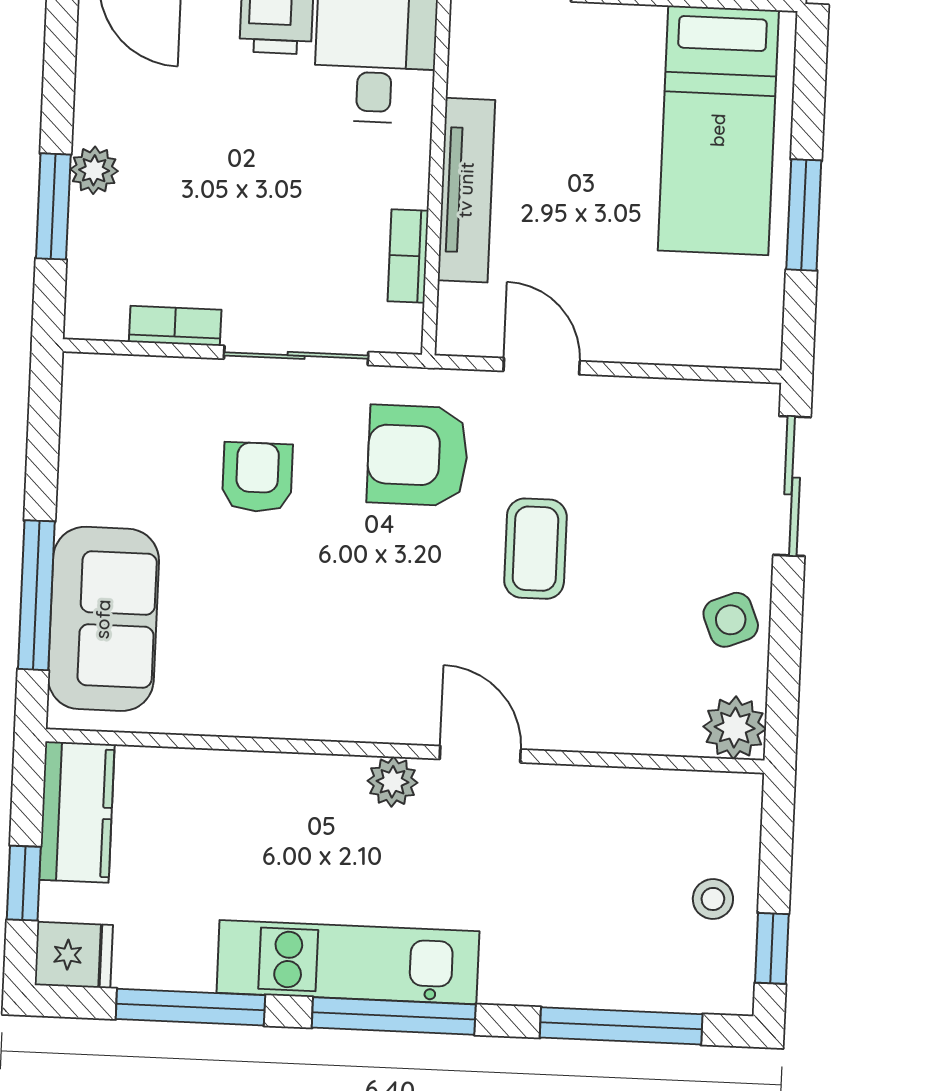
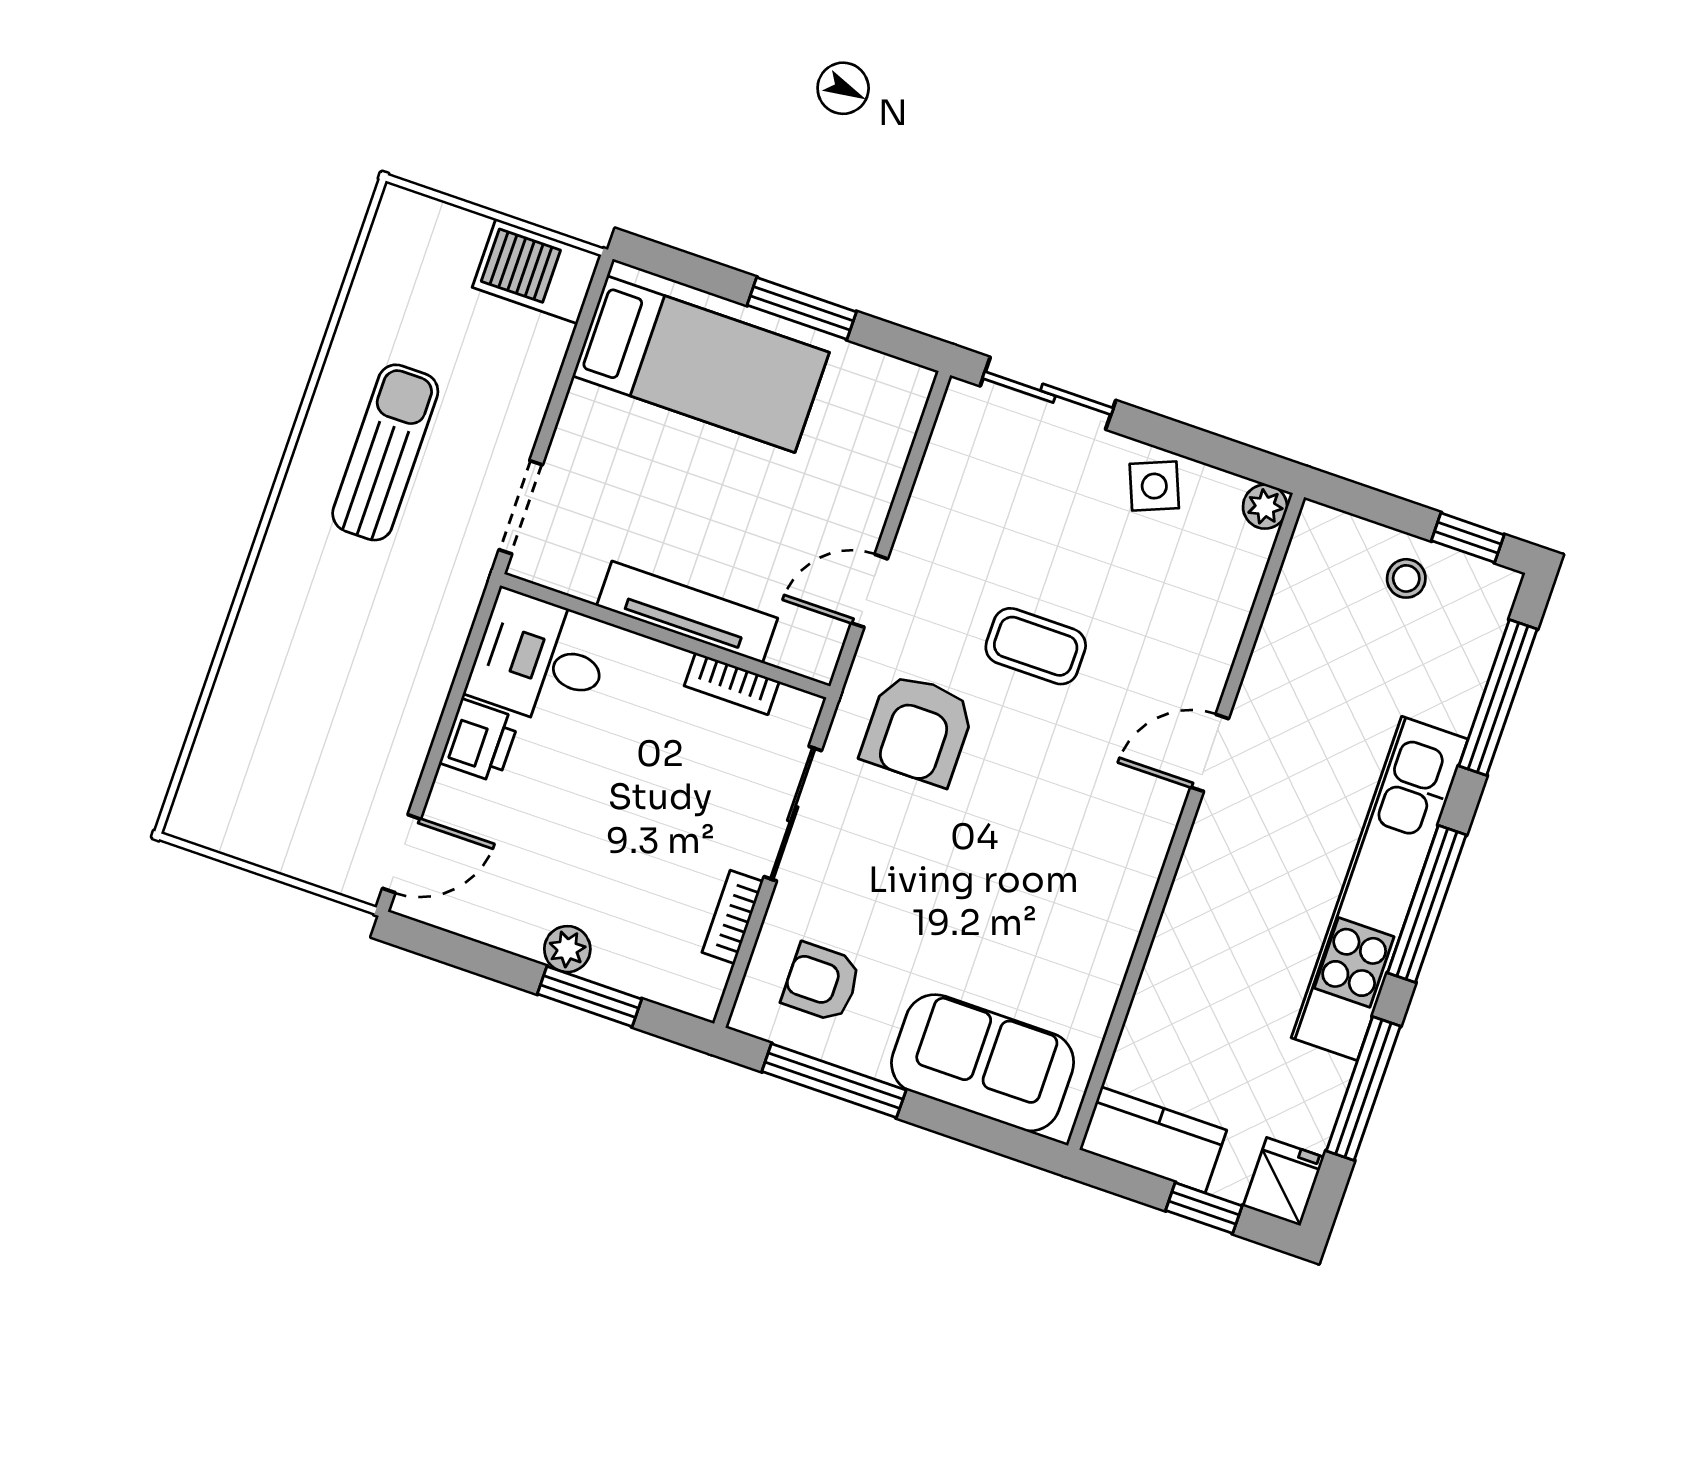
armchair: (257, 477) -> (821, 982), moved
window: (36, 595) -> (834, 1081), moved
plant: (735, 728) -> (1265, 507), width x0.73, depth x0.73
plant: (392, 782) -> (1211, 841), removed
kitchen unit: (348, 962) -> (1380, 888), width x1.36

